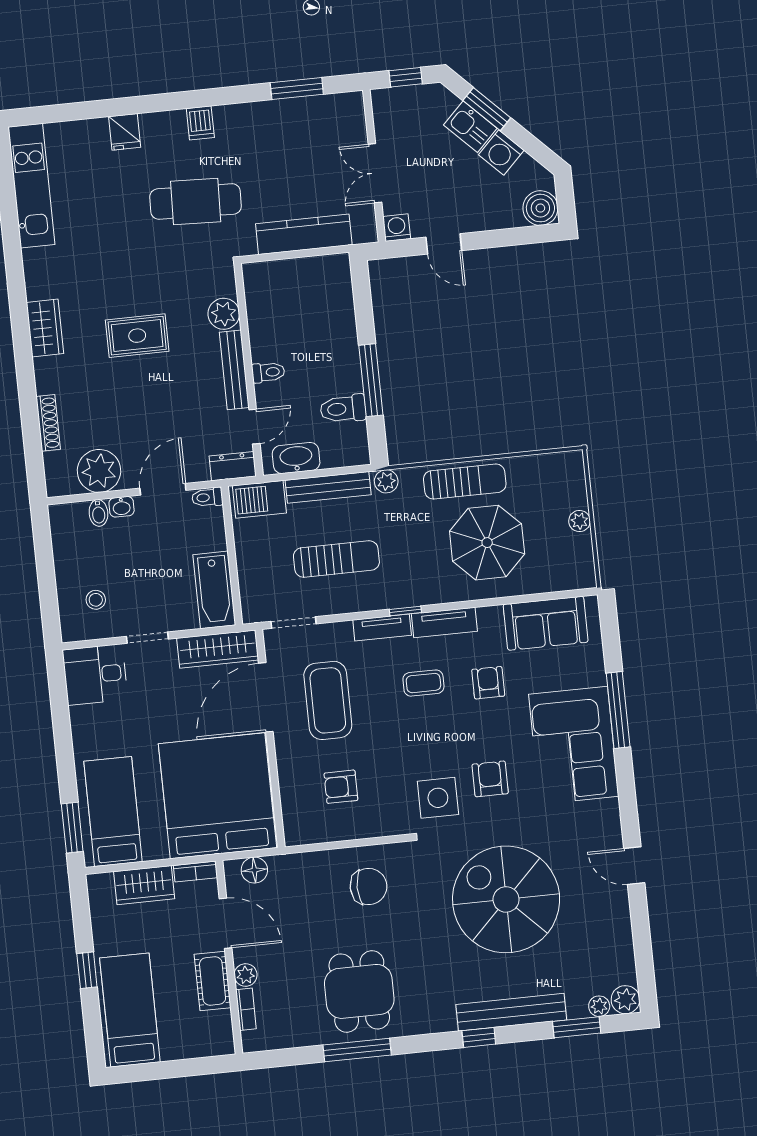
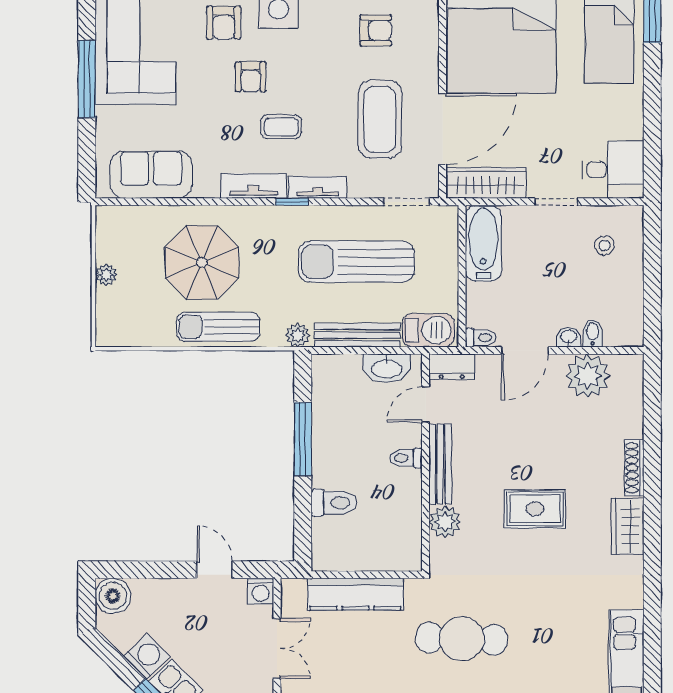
toilet: (343, 409) -> (334, 503), moved
shoe rack: (48, 423) -> (634, 468), moved
sun lounger: (336, 559) -> (356, 262), width x1.36, depth x1.34
armchair: (488, 683) -> (251, 77), moved

